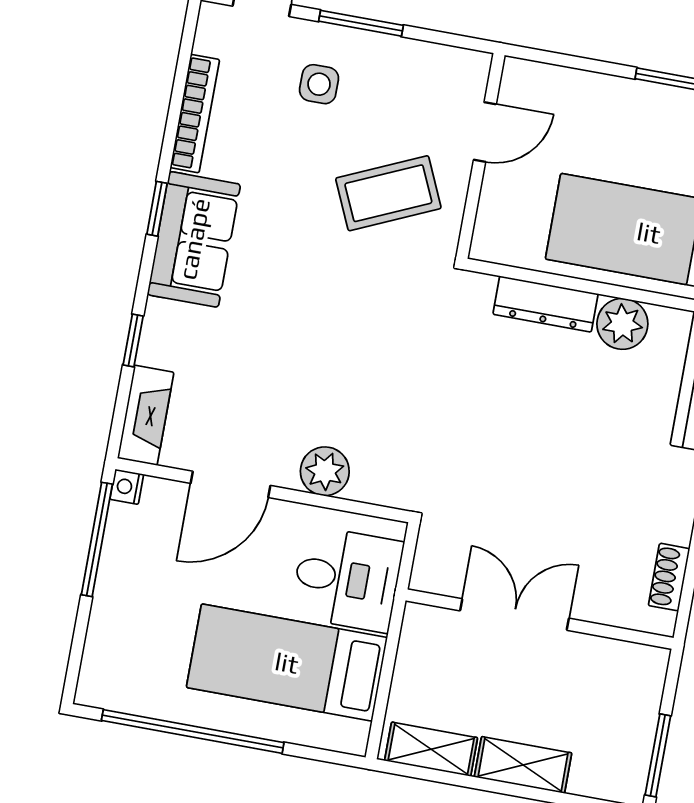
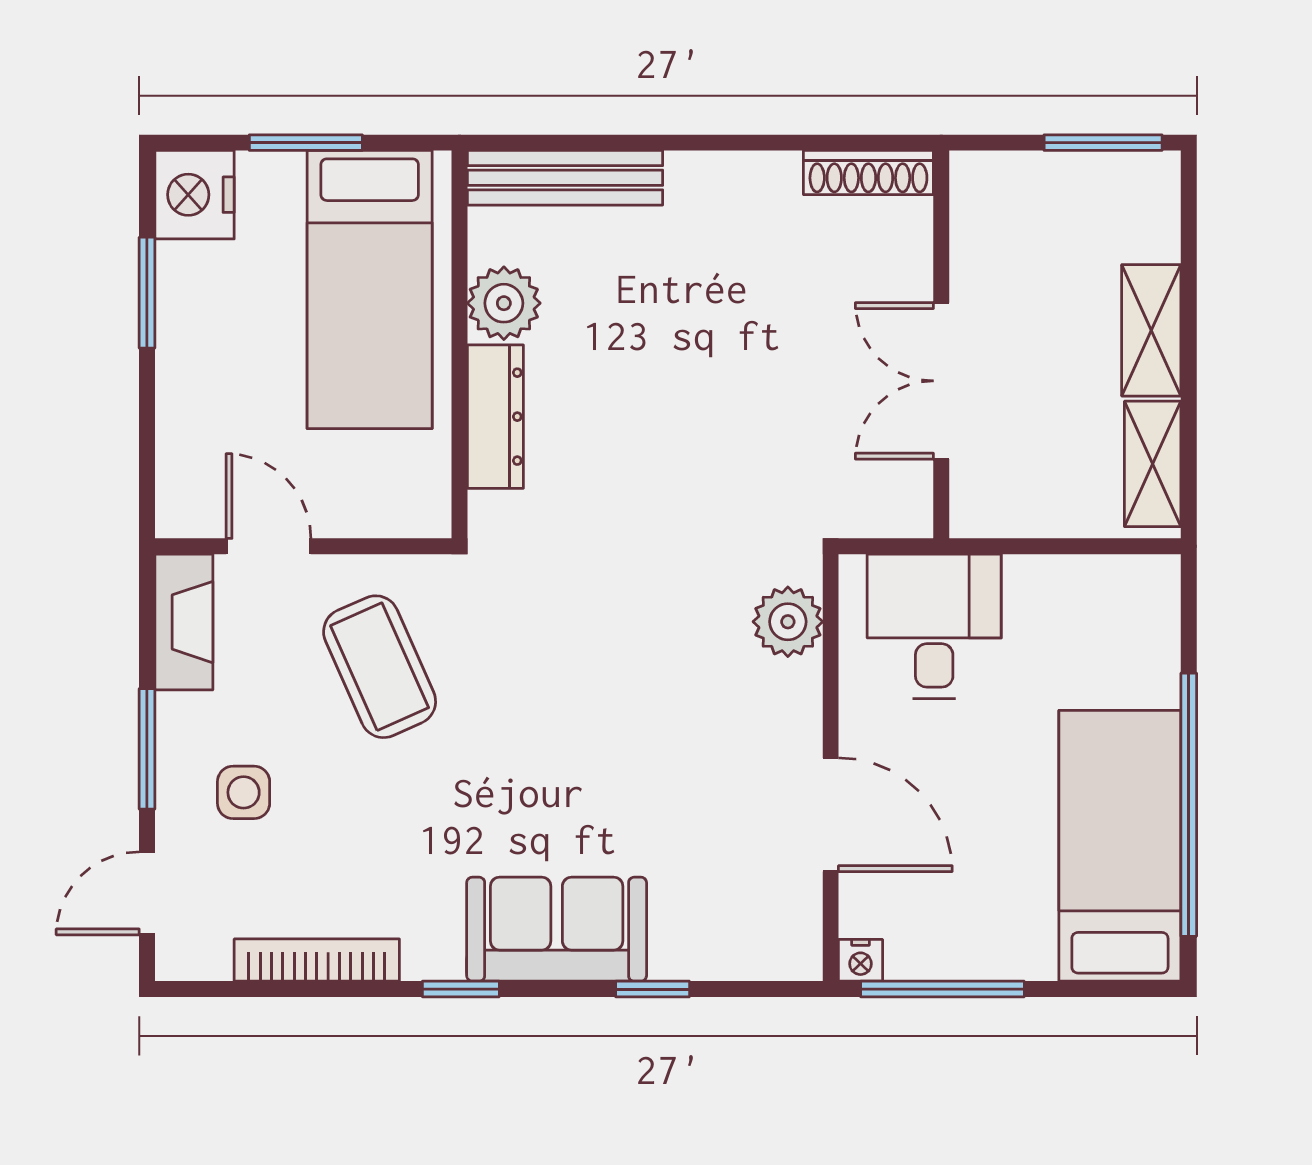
sofa: (194, 239) -> (557, 929), moved
fireplace: (146, 415) -> (184, 622), moved, turned 90
plant: (325, 471) -> (788, 622), moved
shoe rack: (669, 577) -> (868, 173), width x1.43
bed: (287, 663) -> (1120, 846), moved, turned 180

